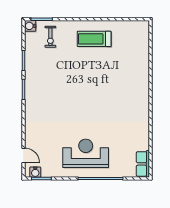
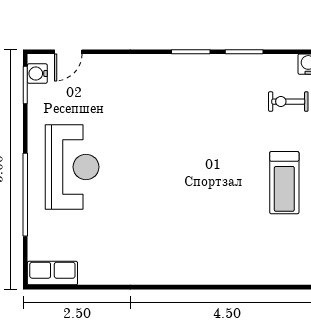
treadmill: (94, 39) -> (284, 183), turned 180

